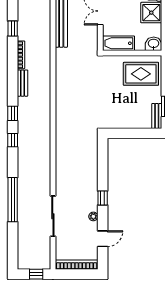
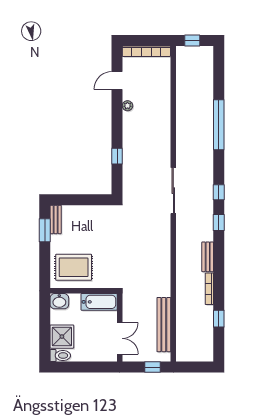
window: (103, 198) -> (117, 156), moved
sliding door: (53, 216) -> (173, 191), moved

